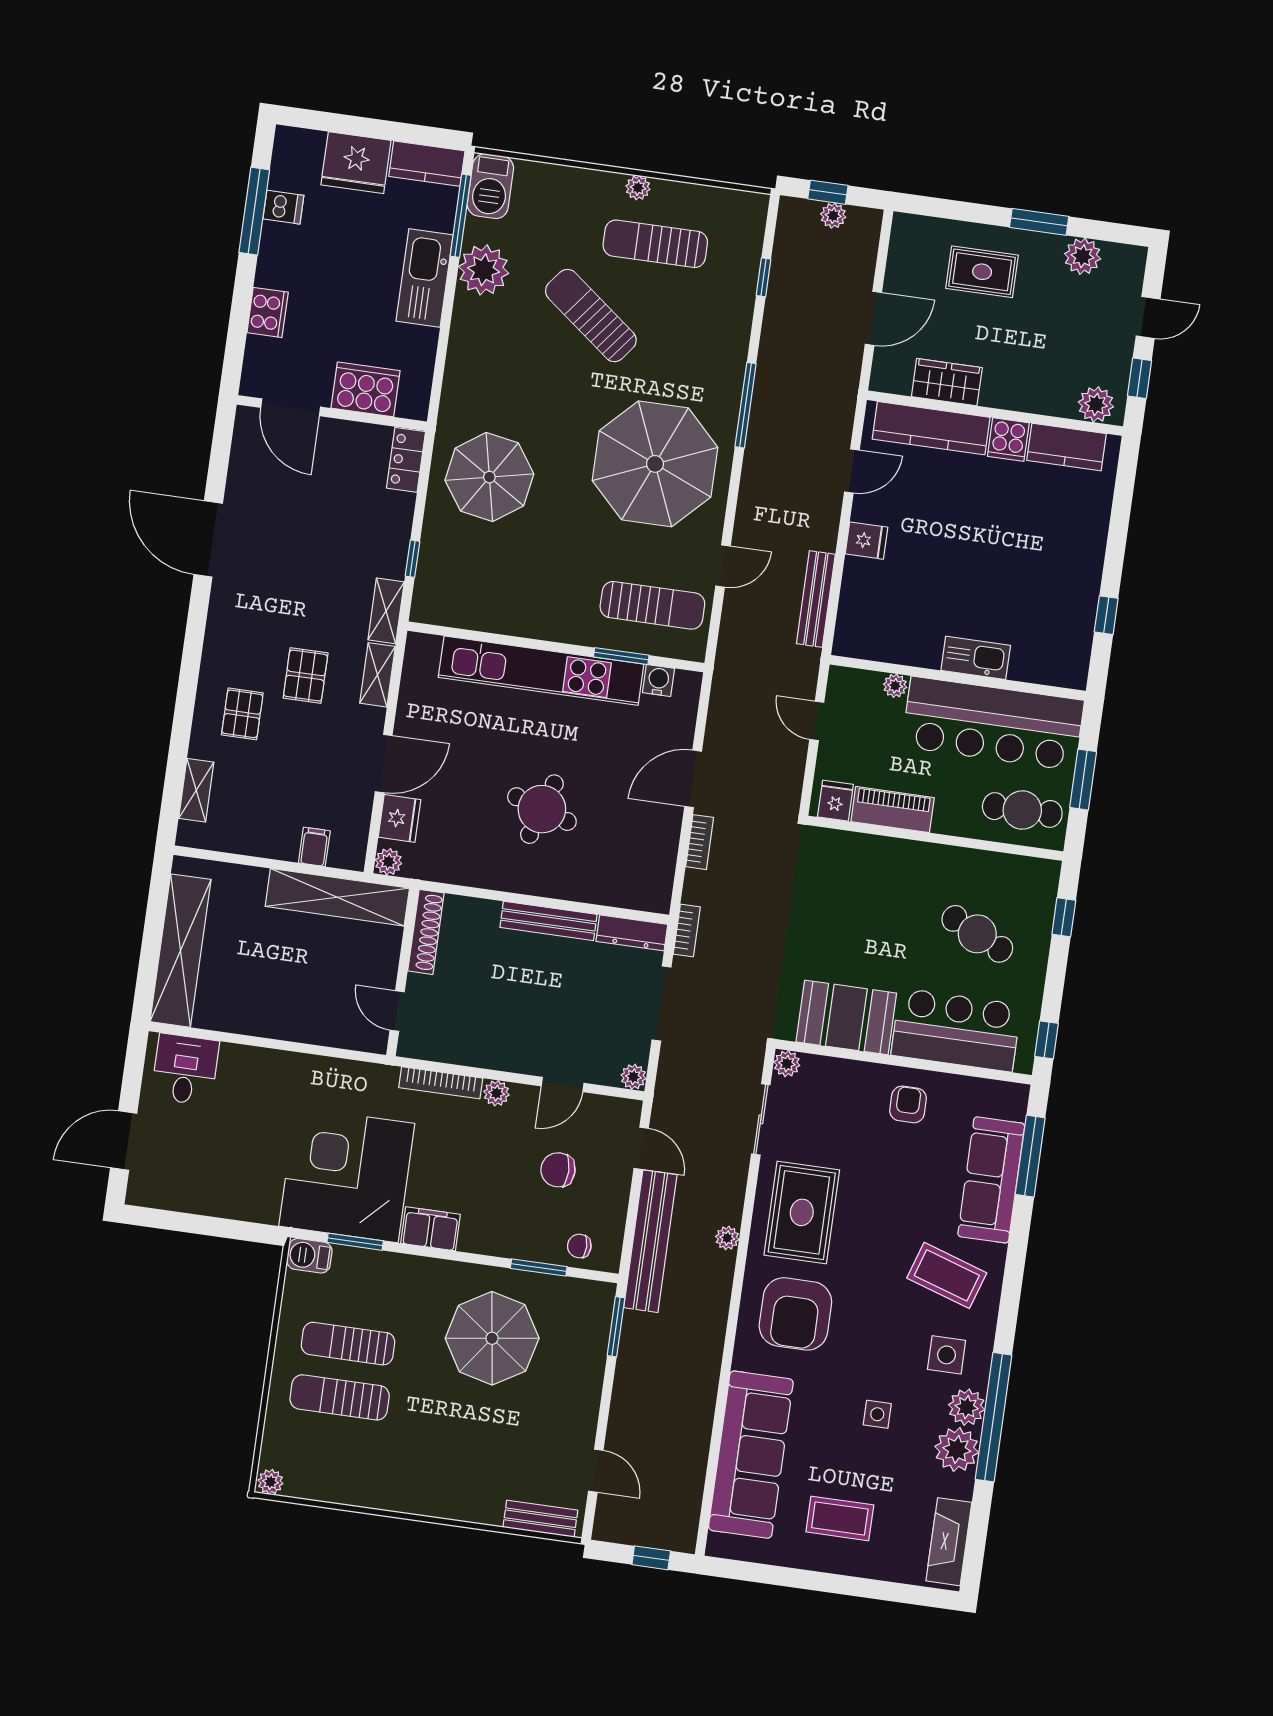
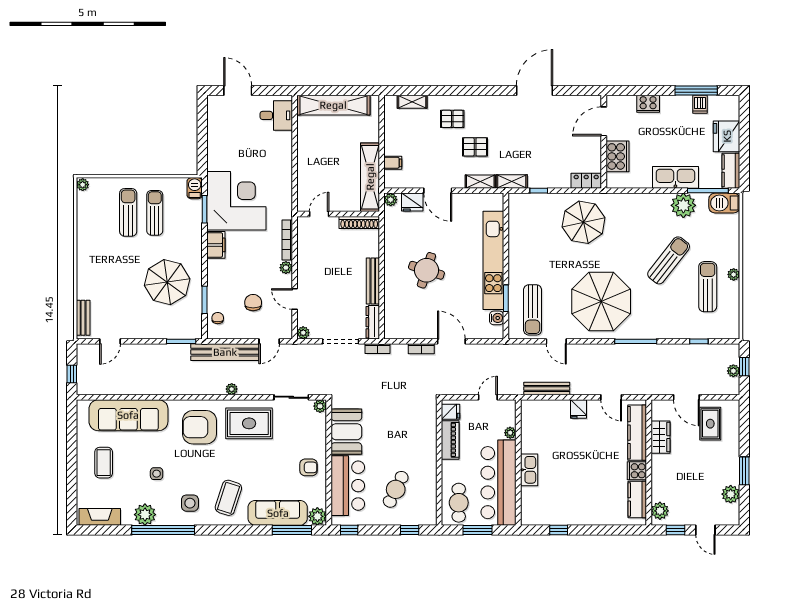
rug: (982, 272) -> (710, 424), moved
plant: (967, 1407) -> (317, 516), moved

